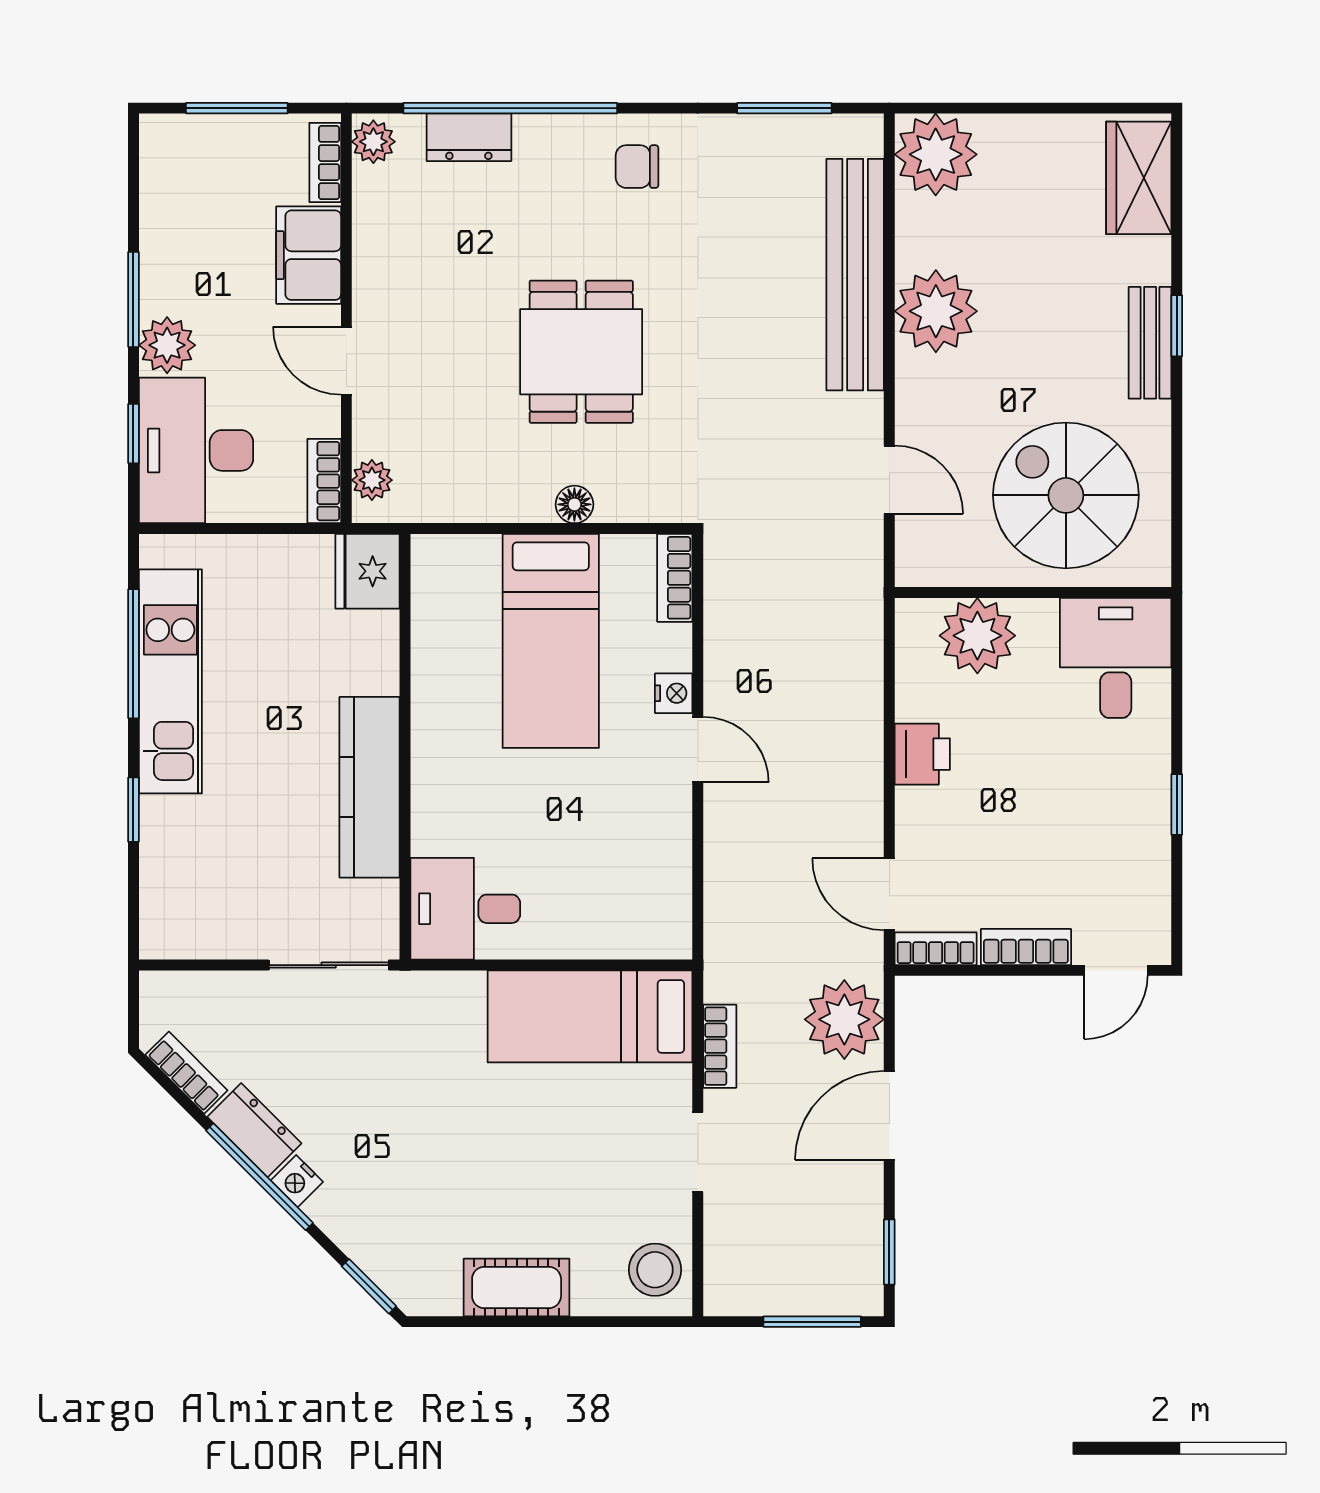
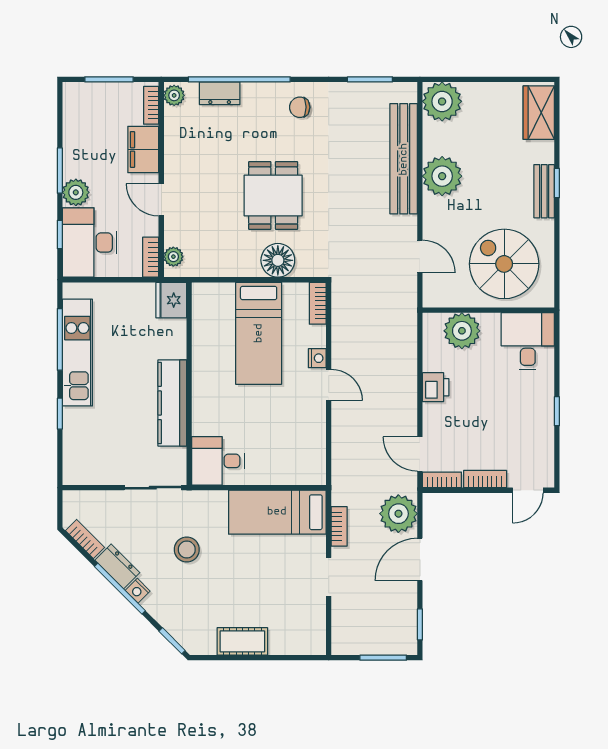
floor lamp: (574, 504) -> (278, 260), width x1.89, depth x1.89
stool: (655, 1270) -> (187, 550), moved

